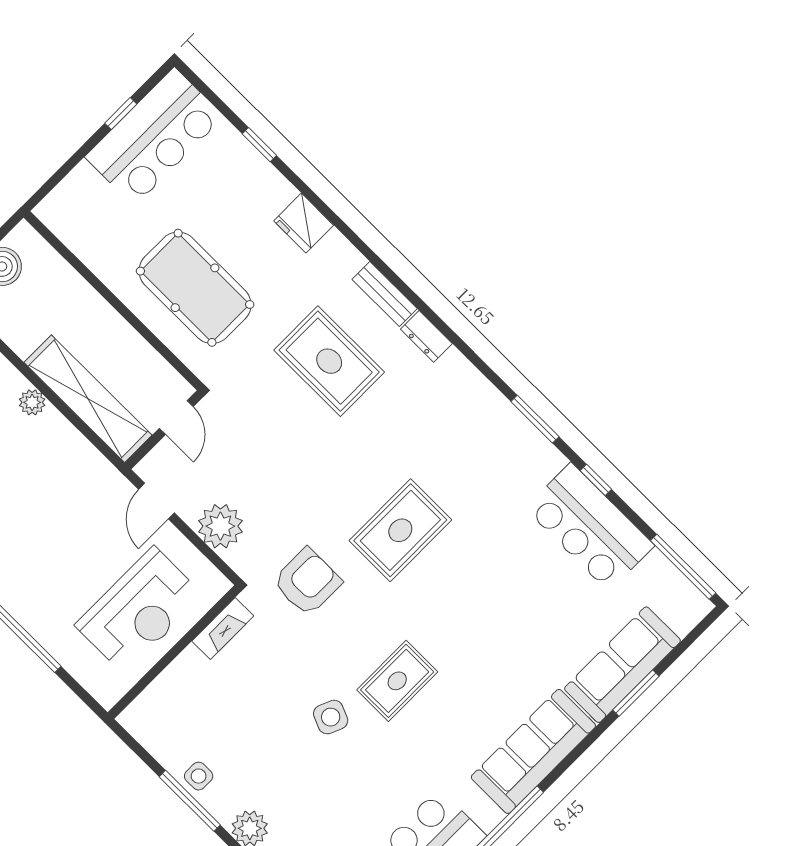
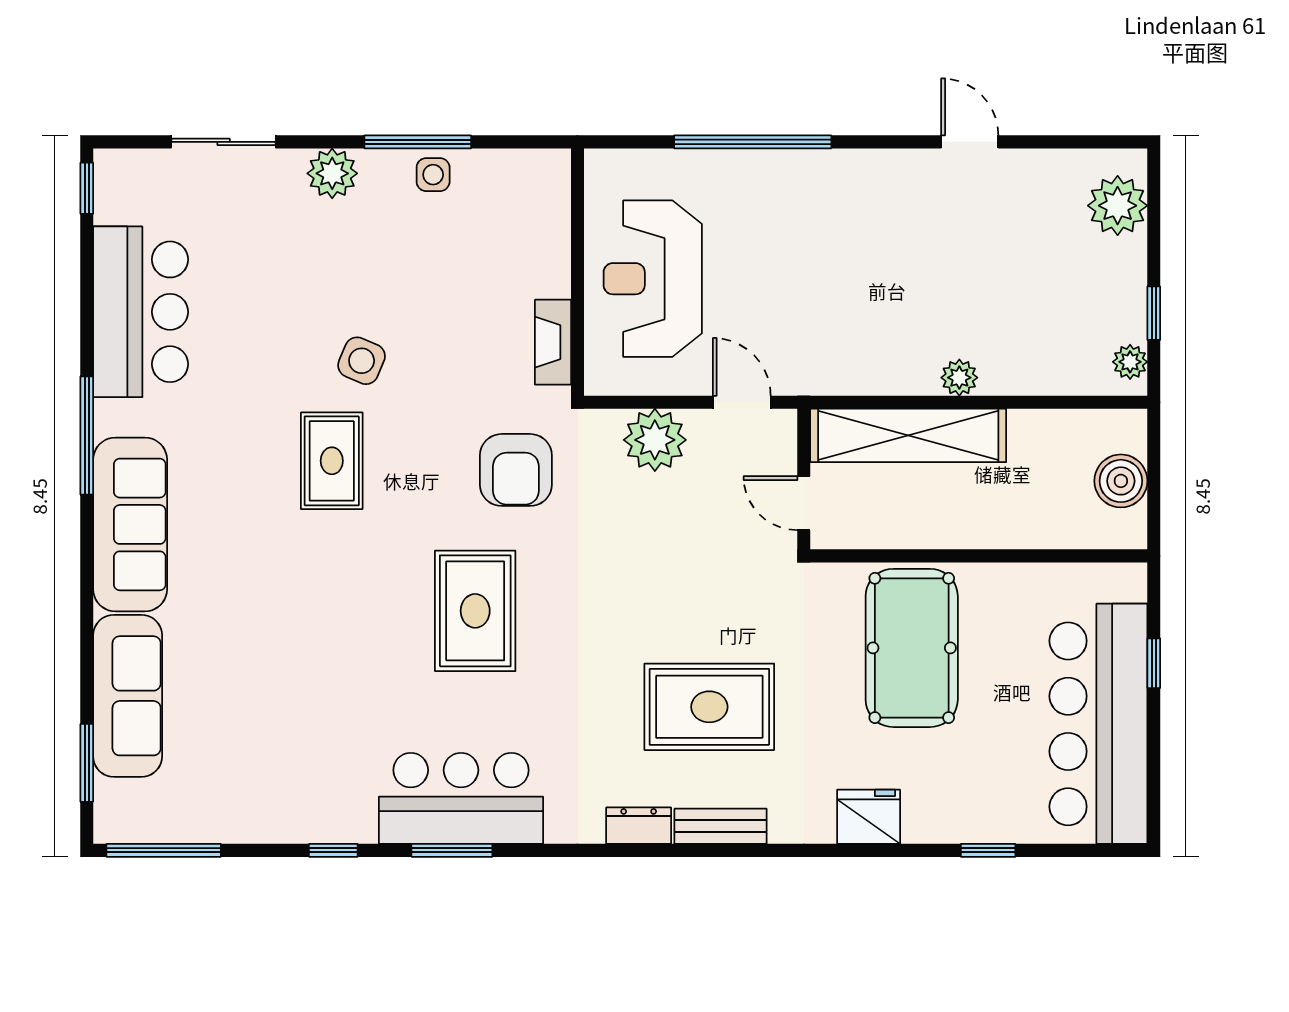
window: (121, 114) -> (1154, 663), moved
bar counter: (154, 137) -> (1098, 724), width x1.36
pool table: (195, 288) -> (912, 648), turned 90
bar counter: (590, 527) -> (461, 798), moved
window: (636, 693) -> (87, 763), moved

